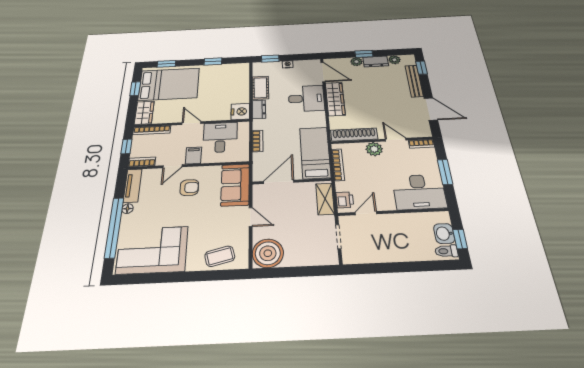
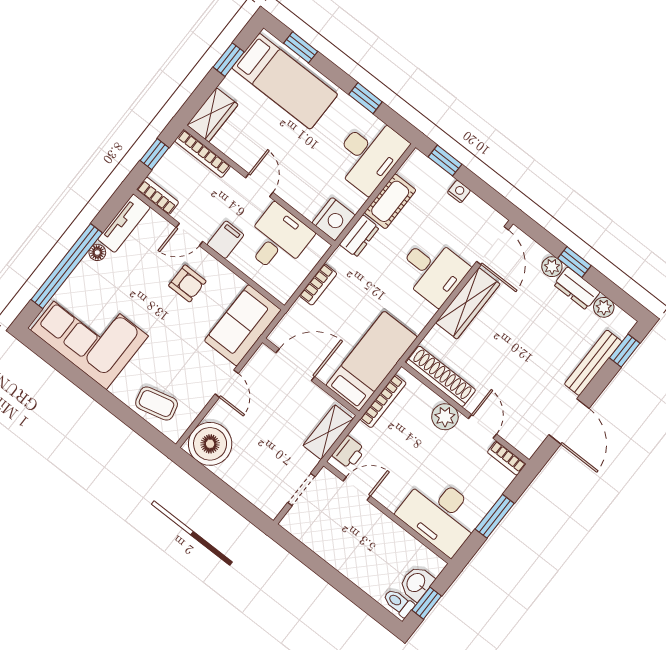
desk: (234, 78) -> (369, 154), added
bed: (169, 84) -> (285, 81), width x0.67

